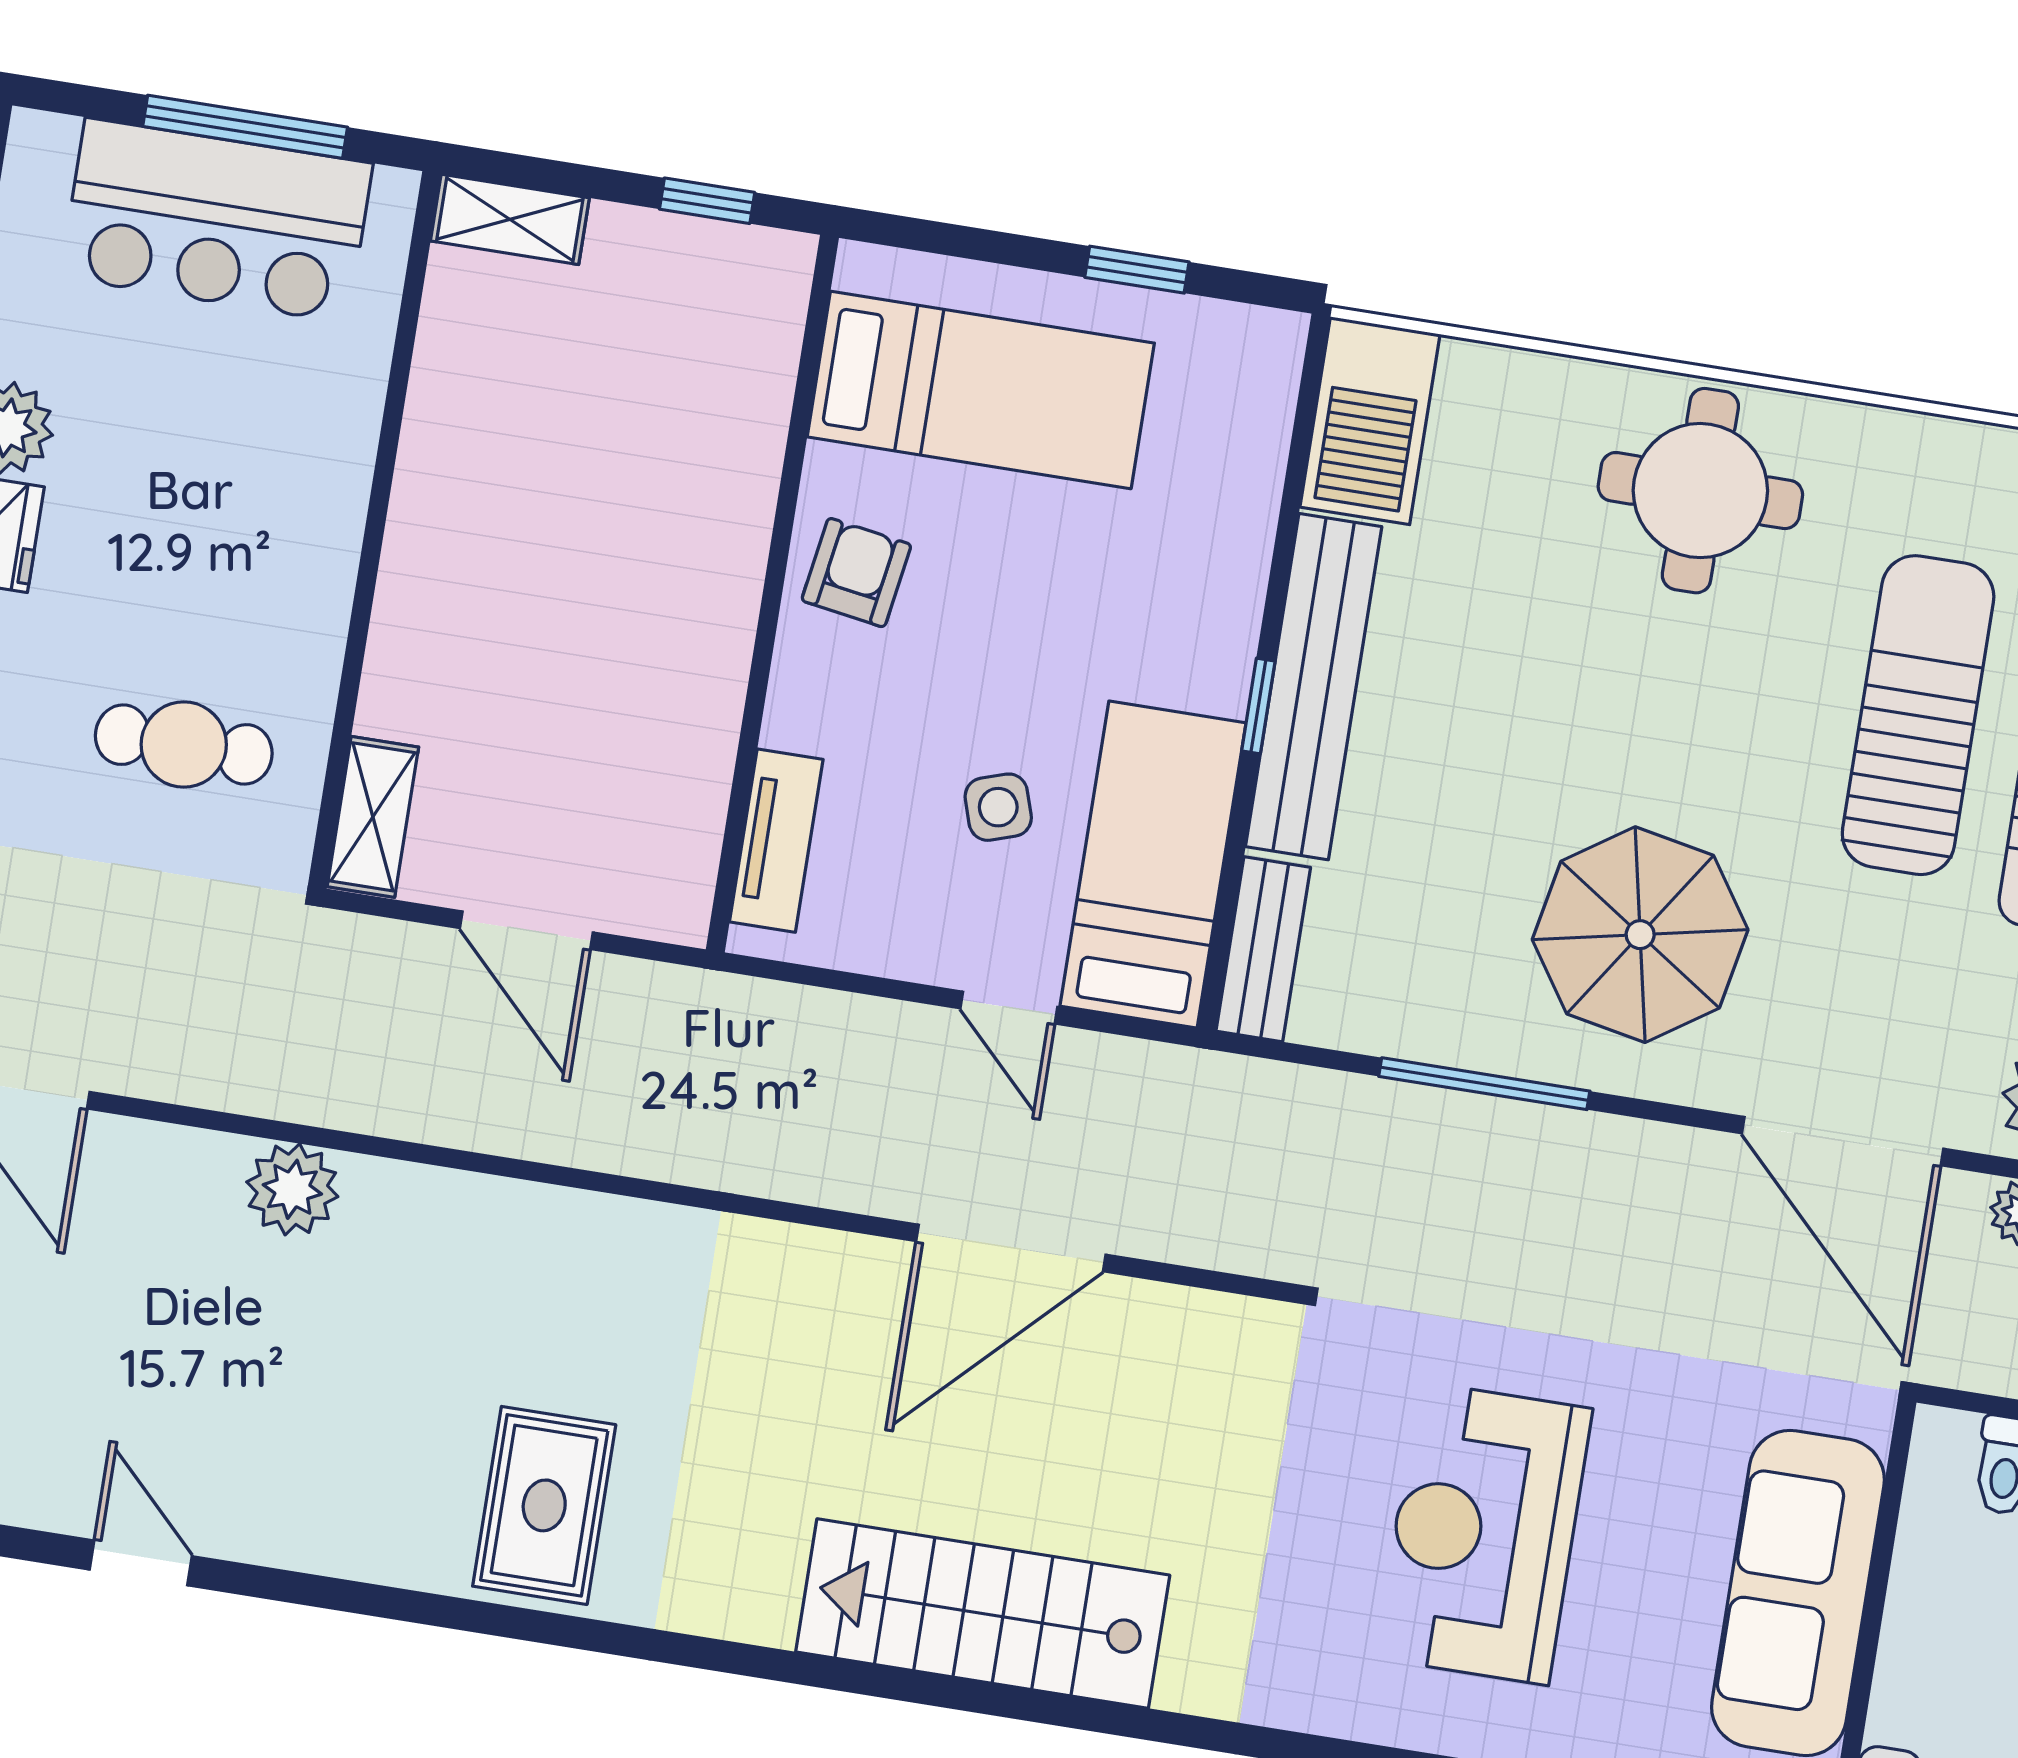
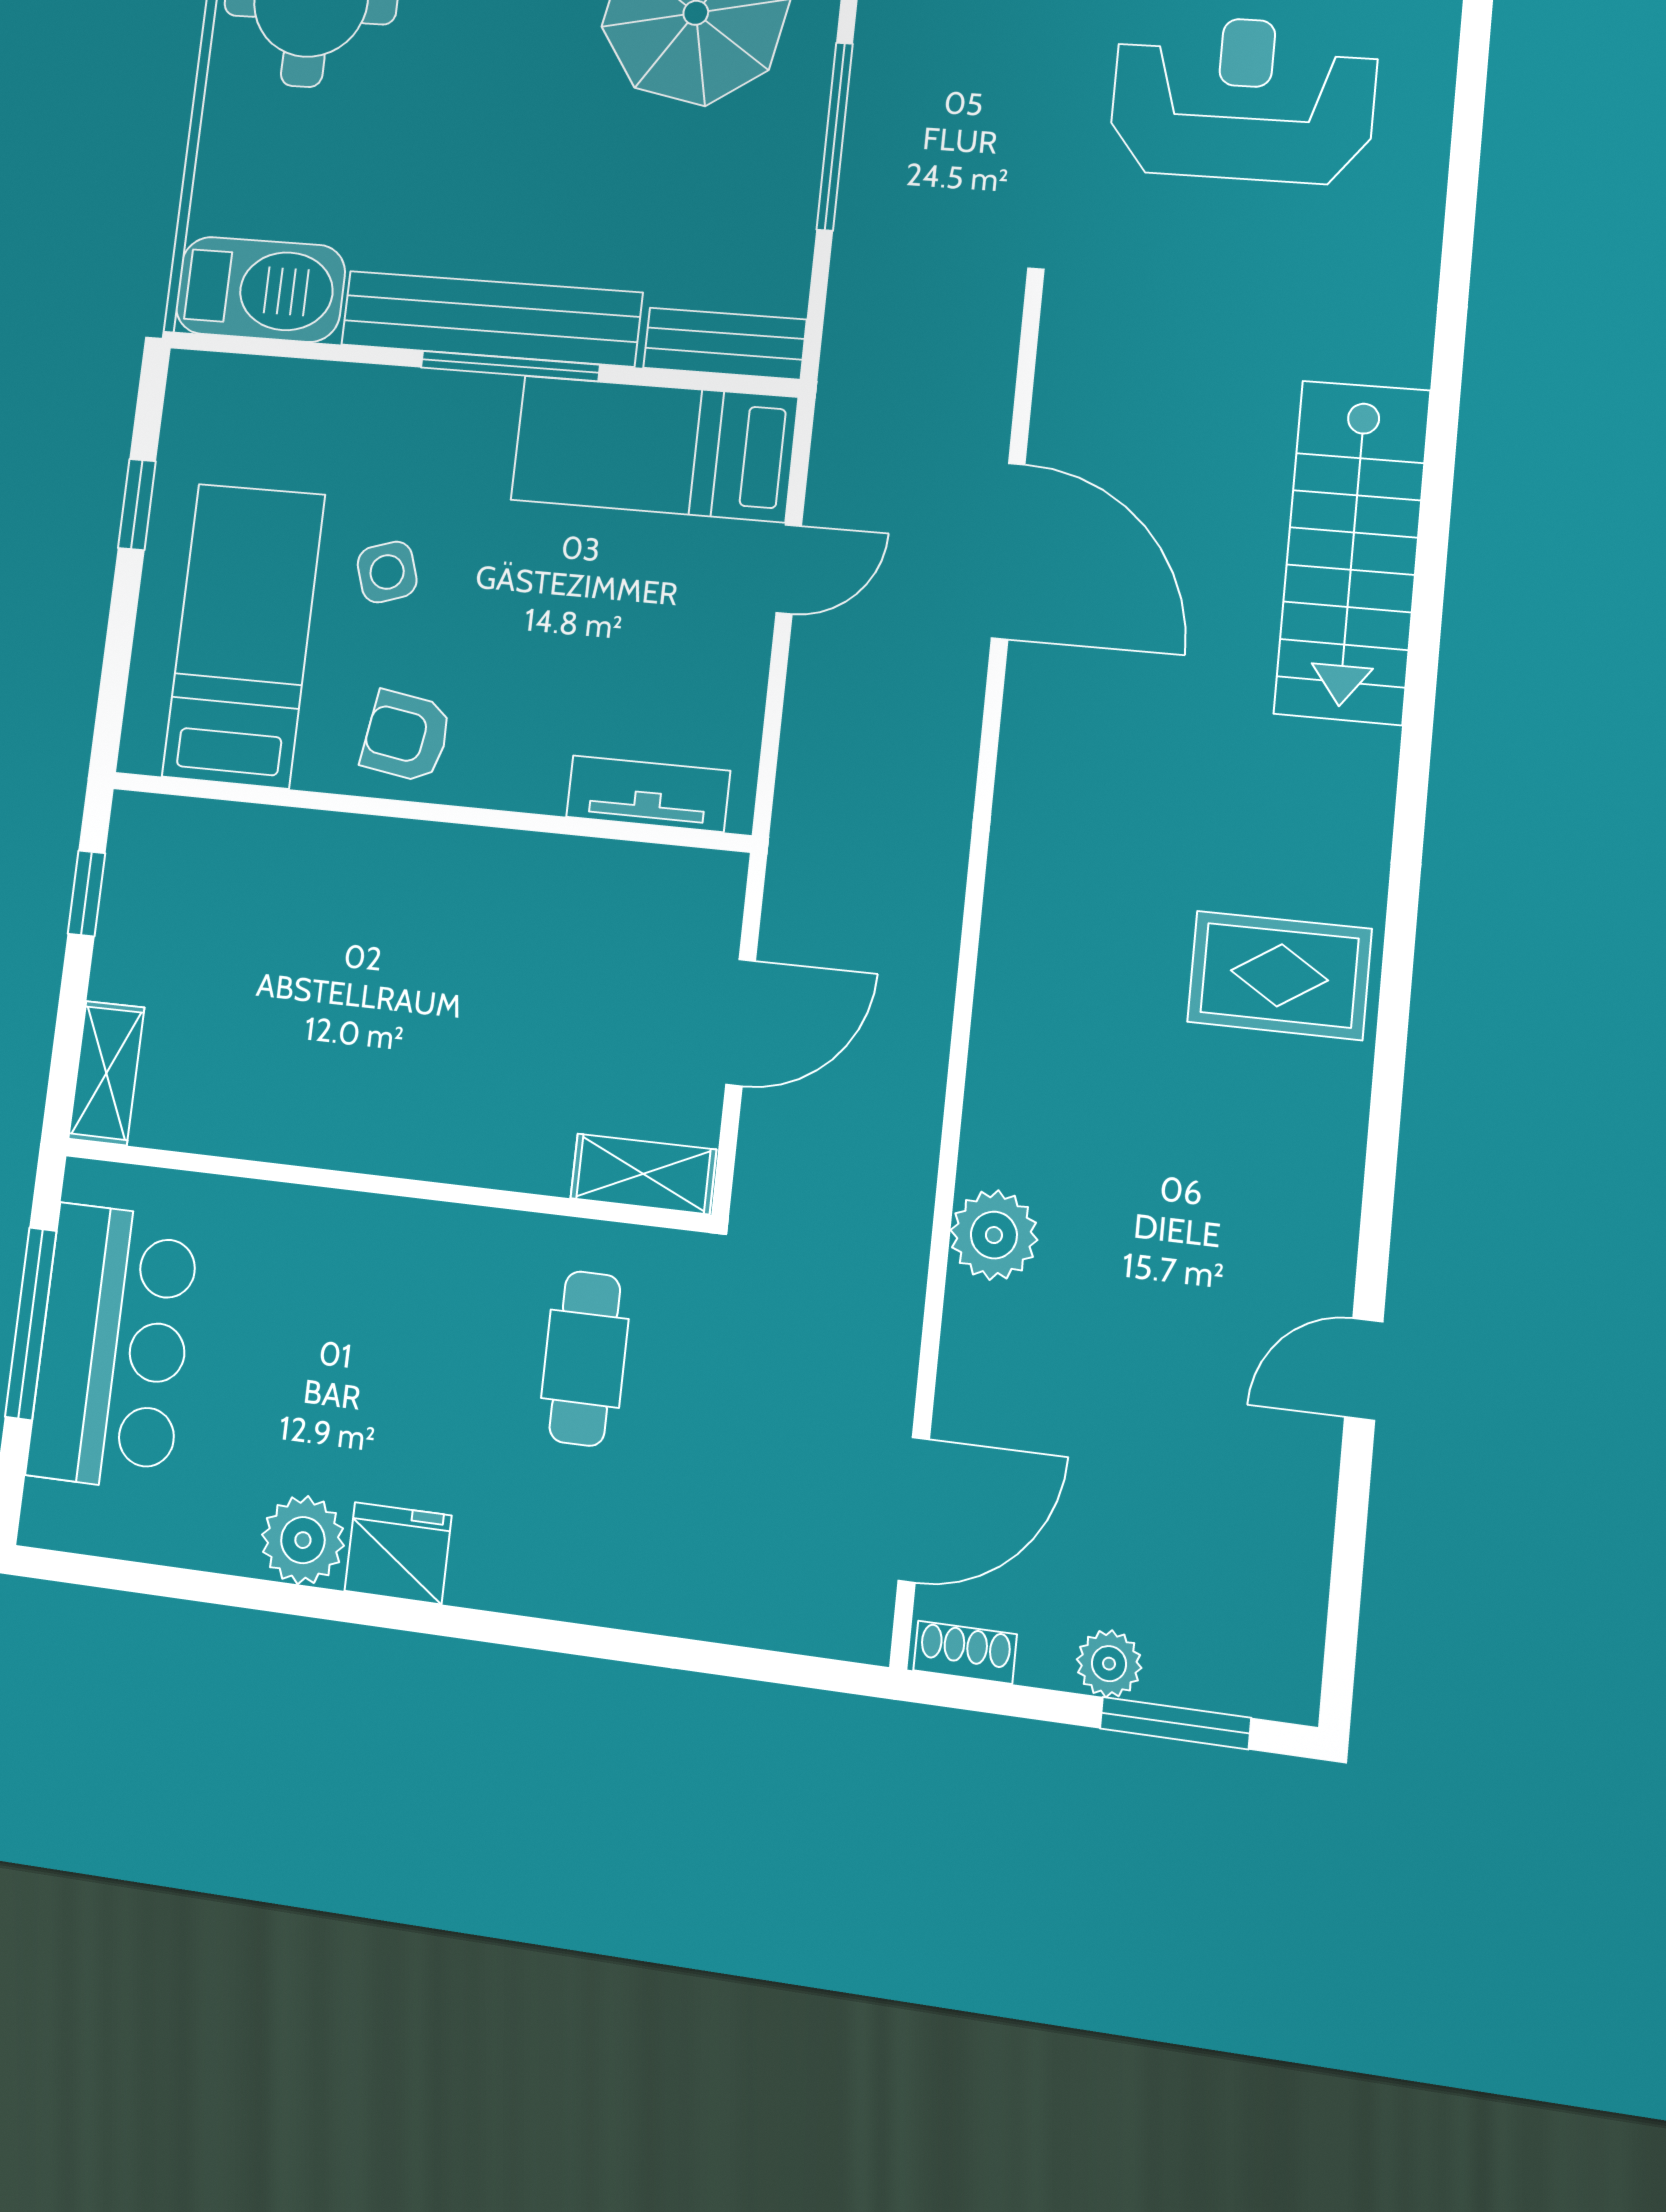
window: (1258, 706) -> (510, 366), width x2.17
side table: (998, 807) -> (387, 572), moved
reception desk: (1484, 1533) -> (1243, 99), turned 180

